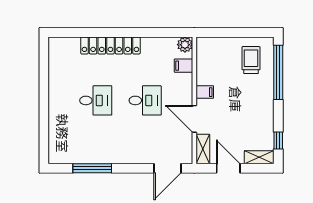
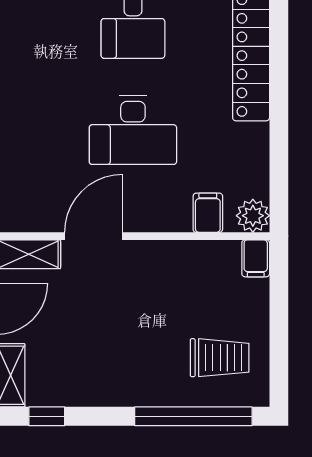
filing cabinet: (205, 92) -> (256, 258), moved
desk: (145, 100) -> (133, 130), width x1.37

